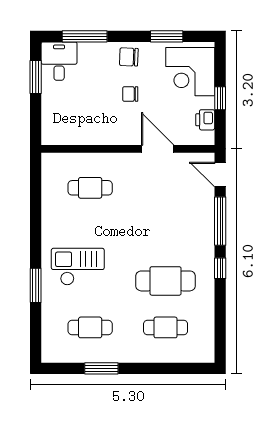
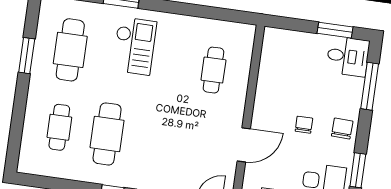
cafe table: (90, 327) -> (70, 50), width x1.37, depth x1.35

